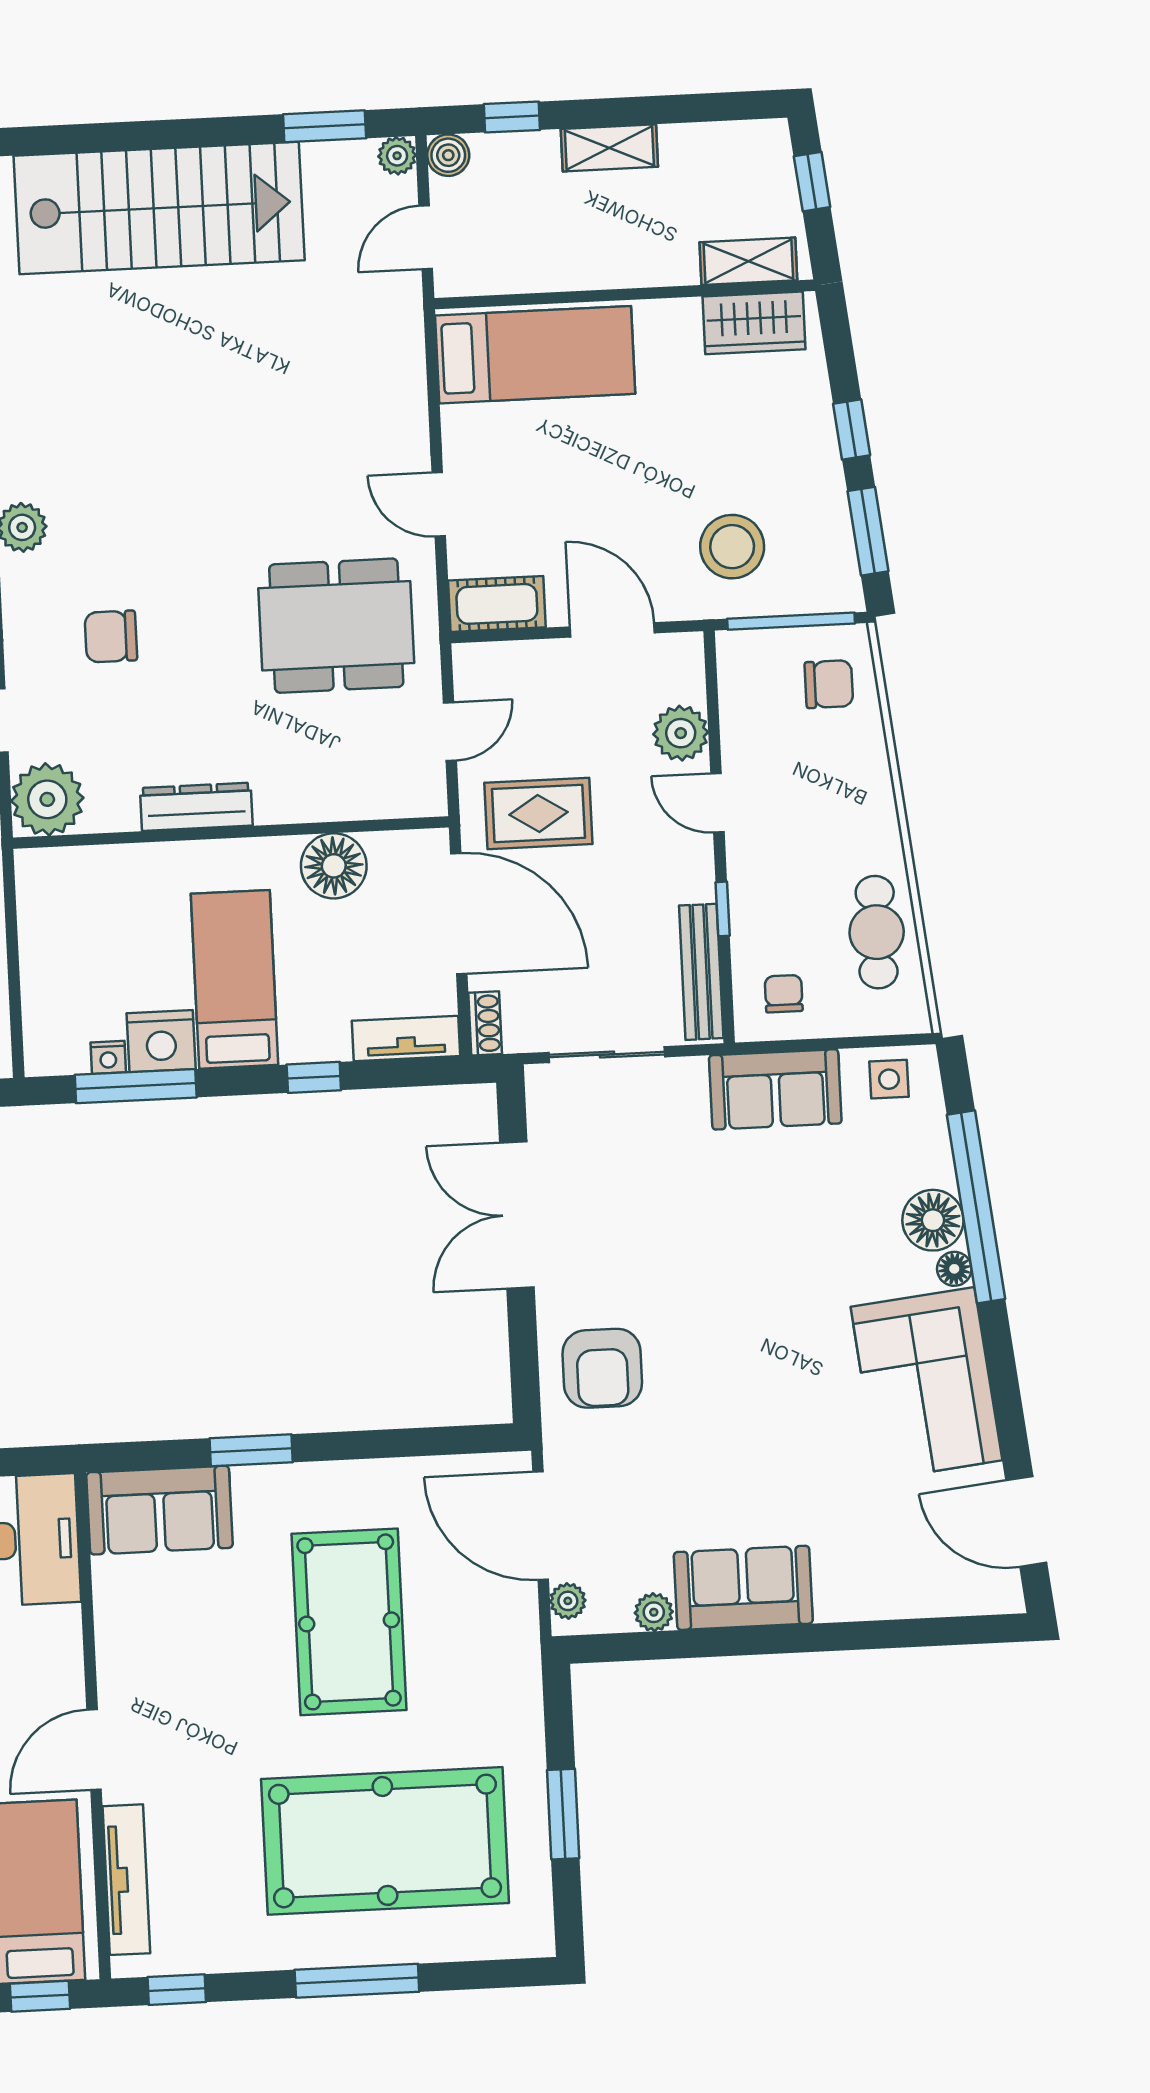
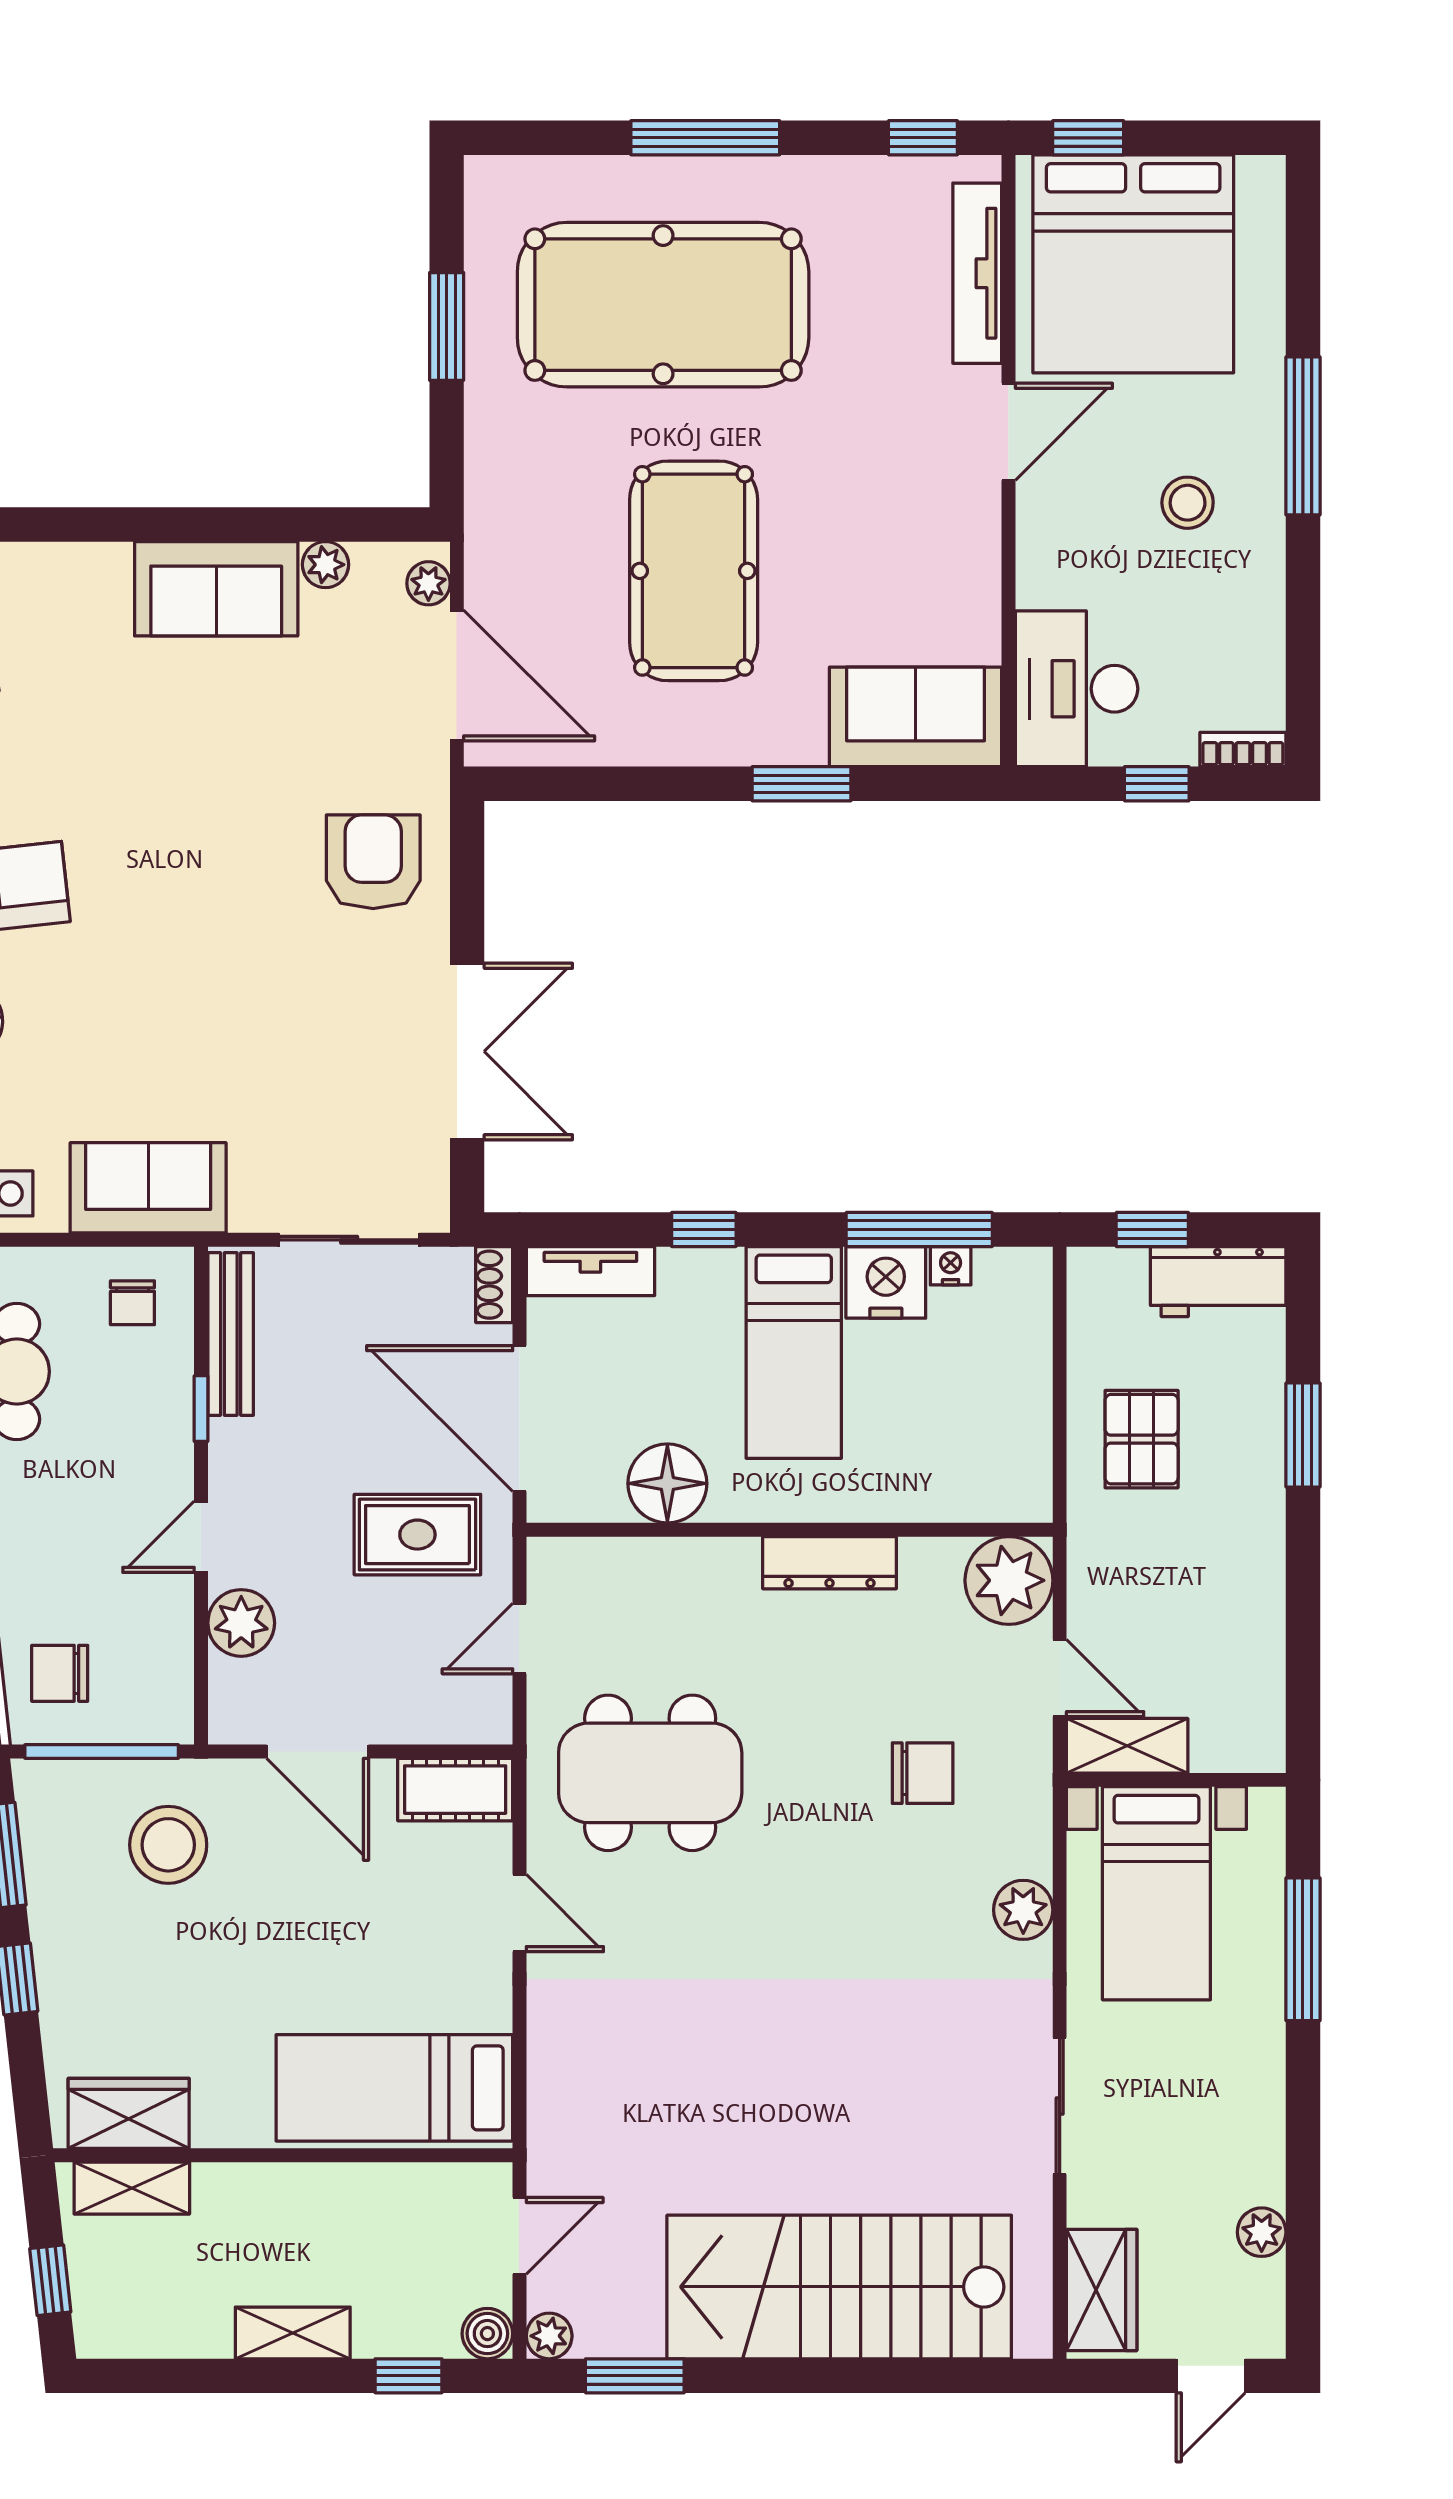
door: (717, 803) -> (201, 1537), swing flipped

